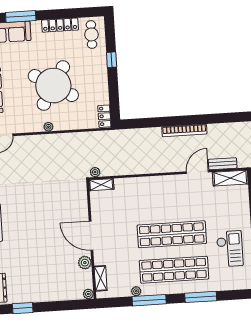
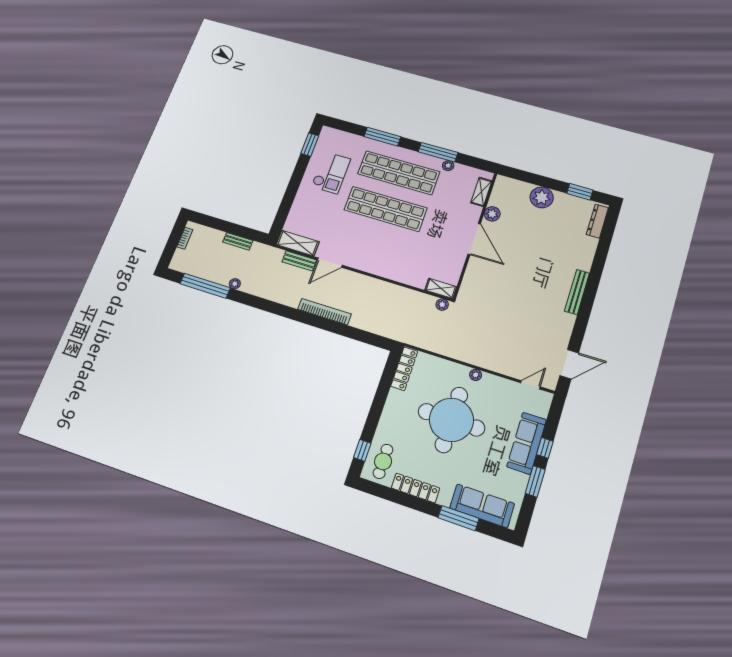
window: (112, 60) -> (362, 450), moved
round table: (53, 86) -> (451, 420), turned -31
locker: (104, 116) -> (404, 369), width x1.53
checkout: (230, 249) -> (331, 173), turned 180
plant: (88, 294) -> (542, 197), moved, width x1.88, depth x1.88

